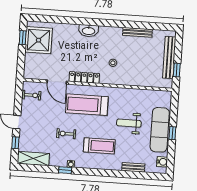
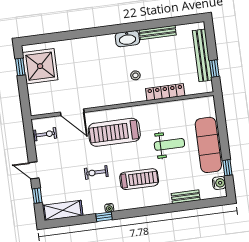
washbasin: (89, 31) -> (127, 39), moved
locker: (84, 77) -> (165, 92), moved
weight bench: (129, 123) -> (169, 144), turned 180
window: (172, 133) -> (227, 168), moved

